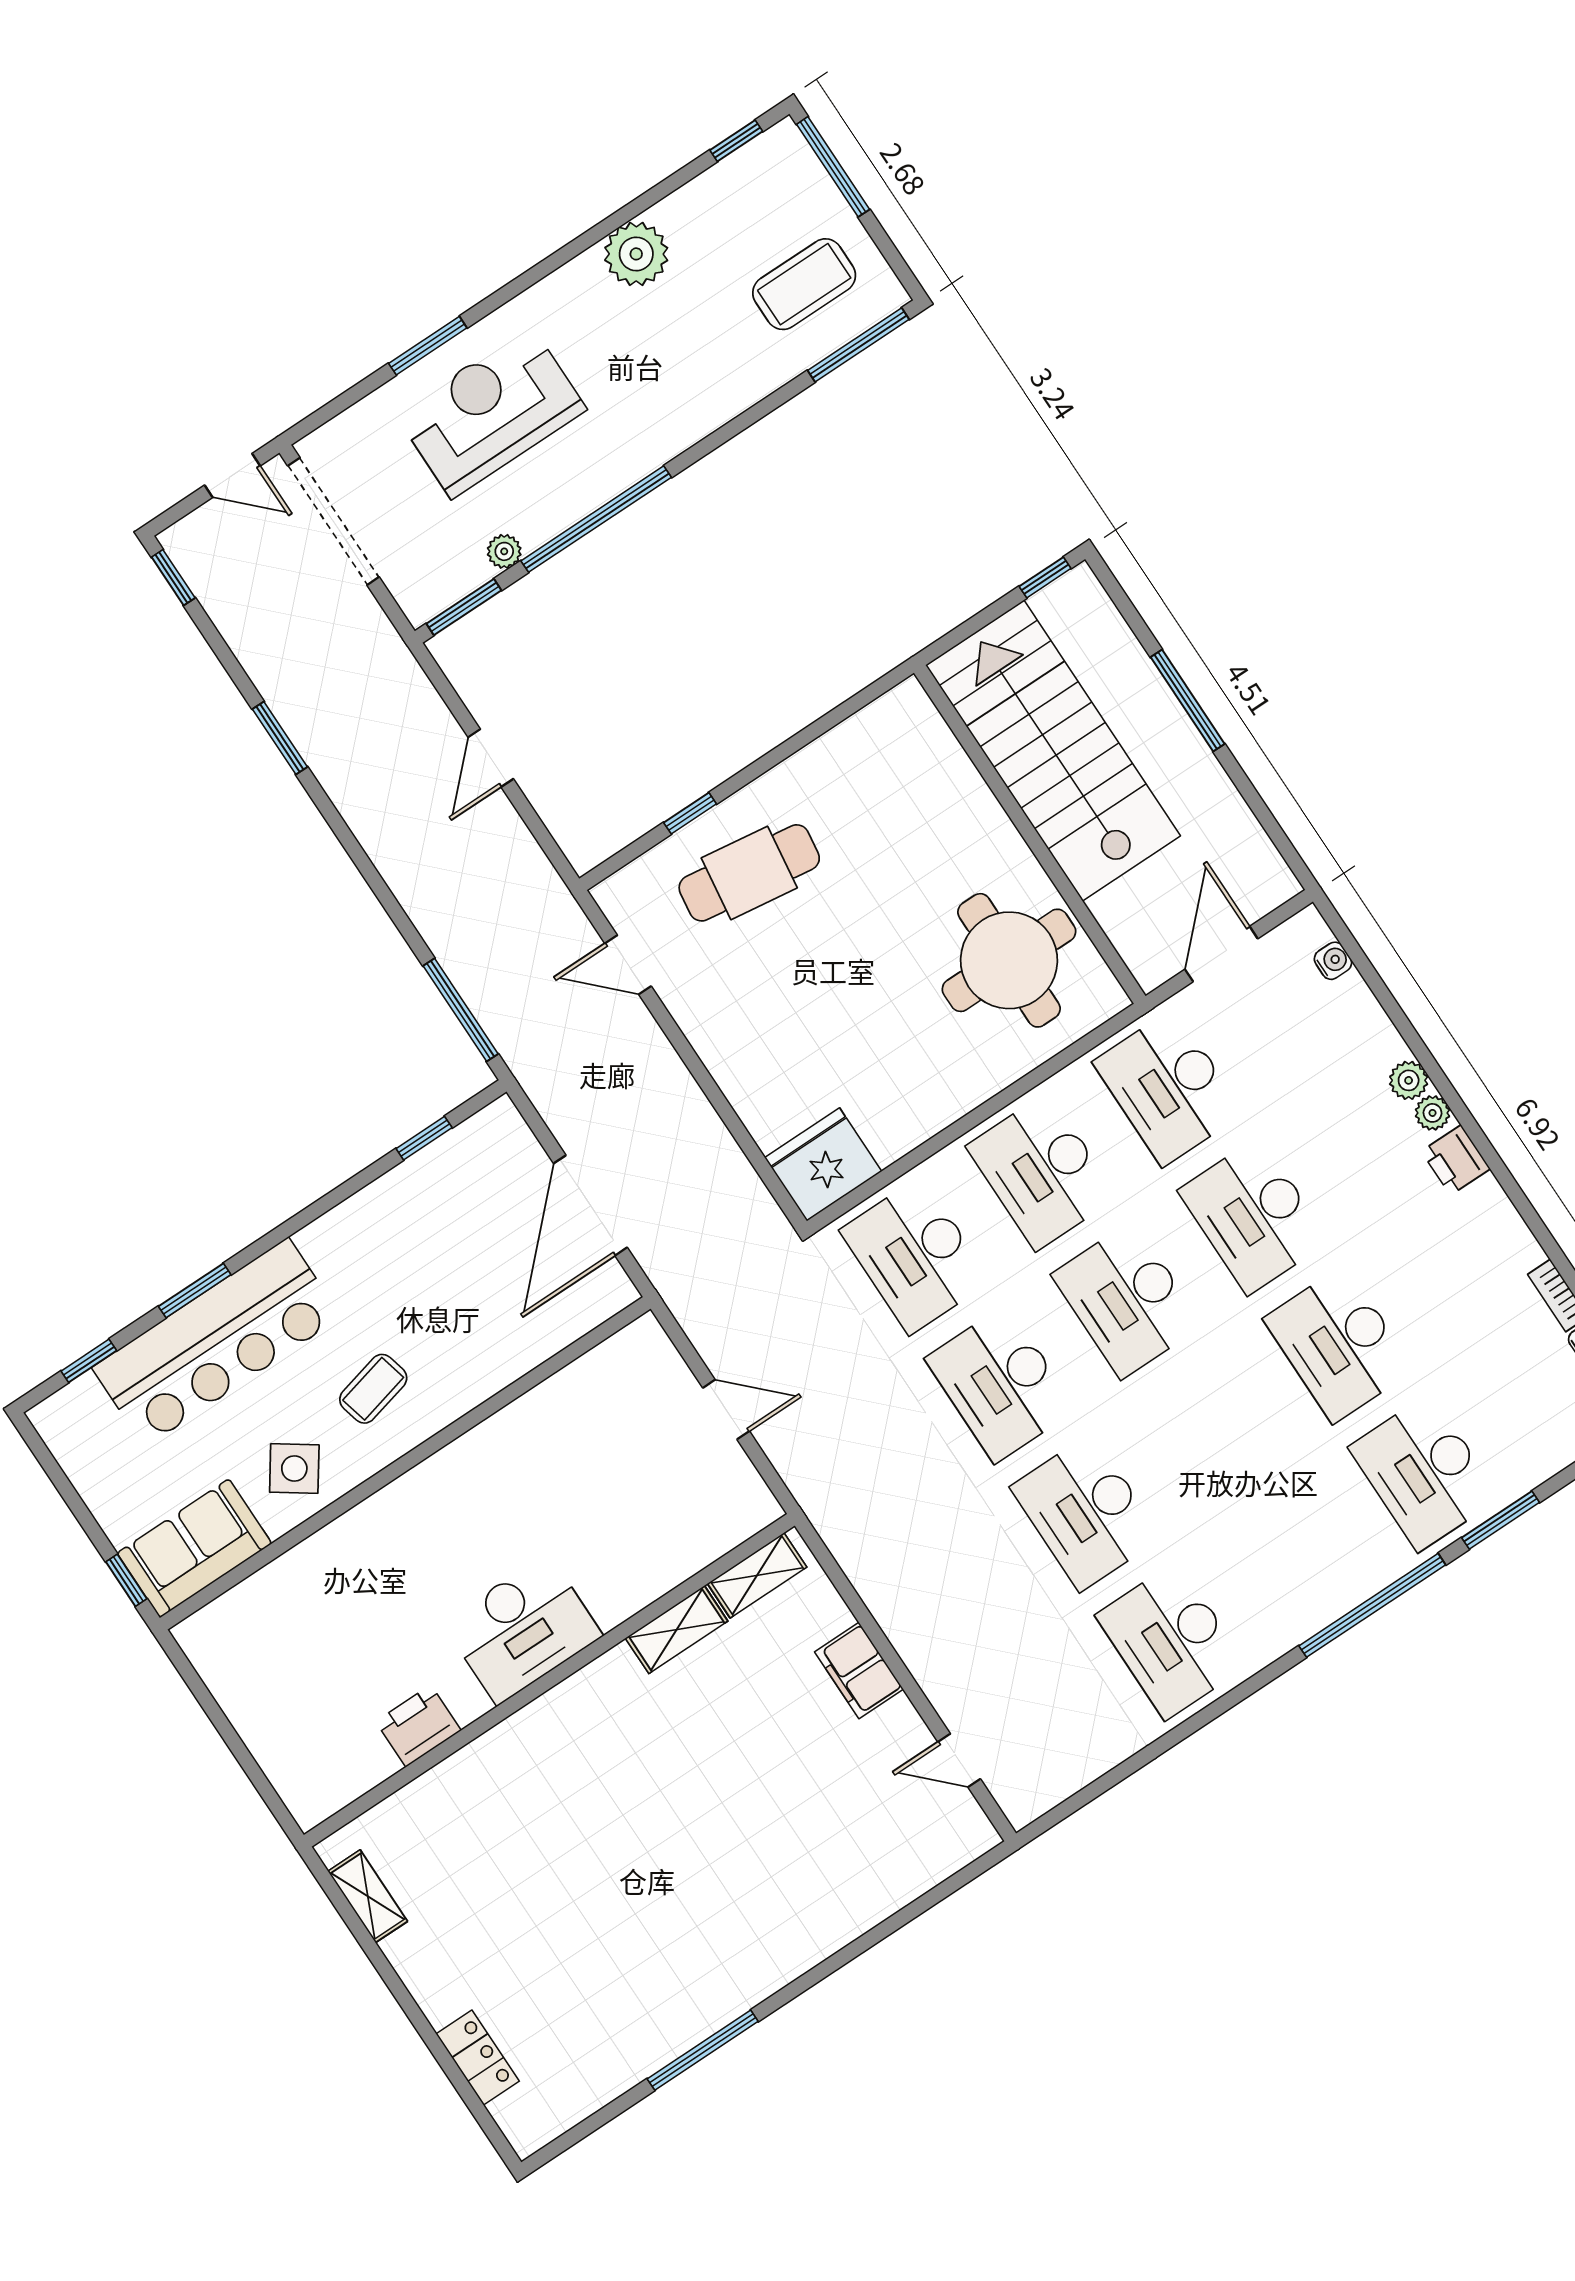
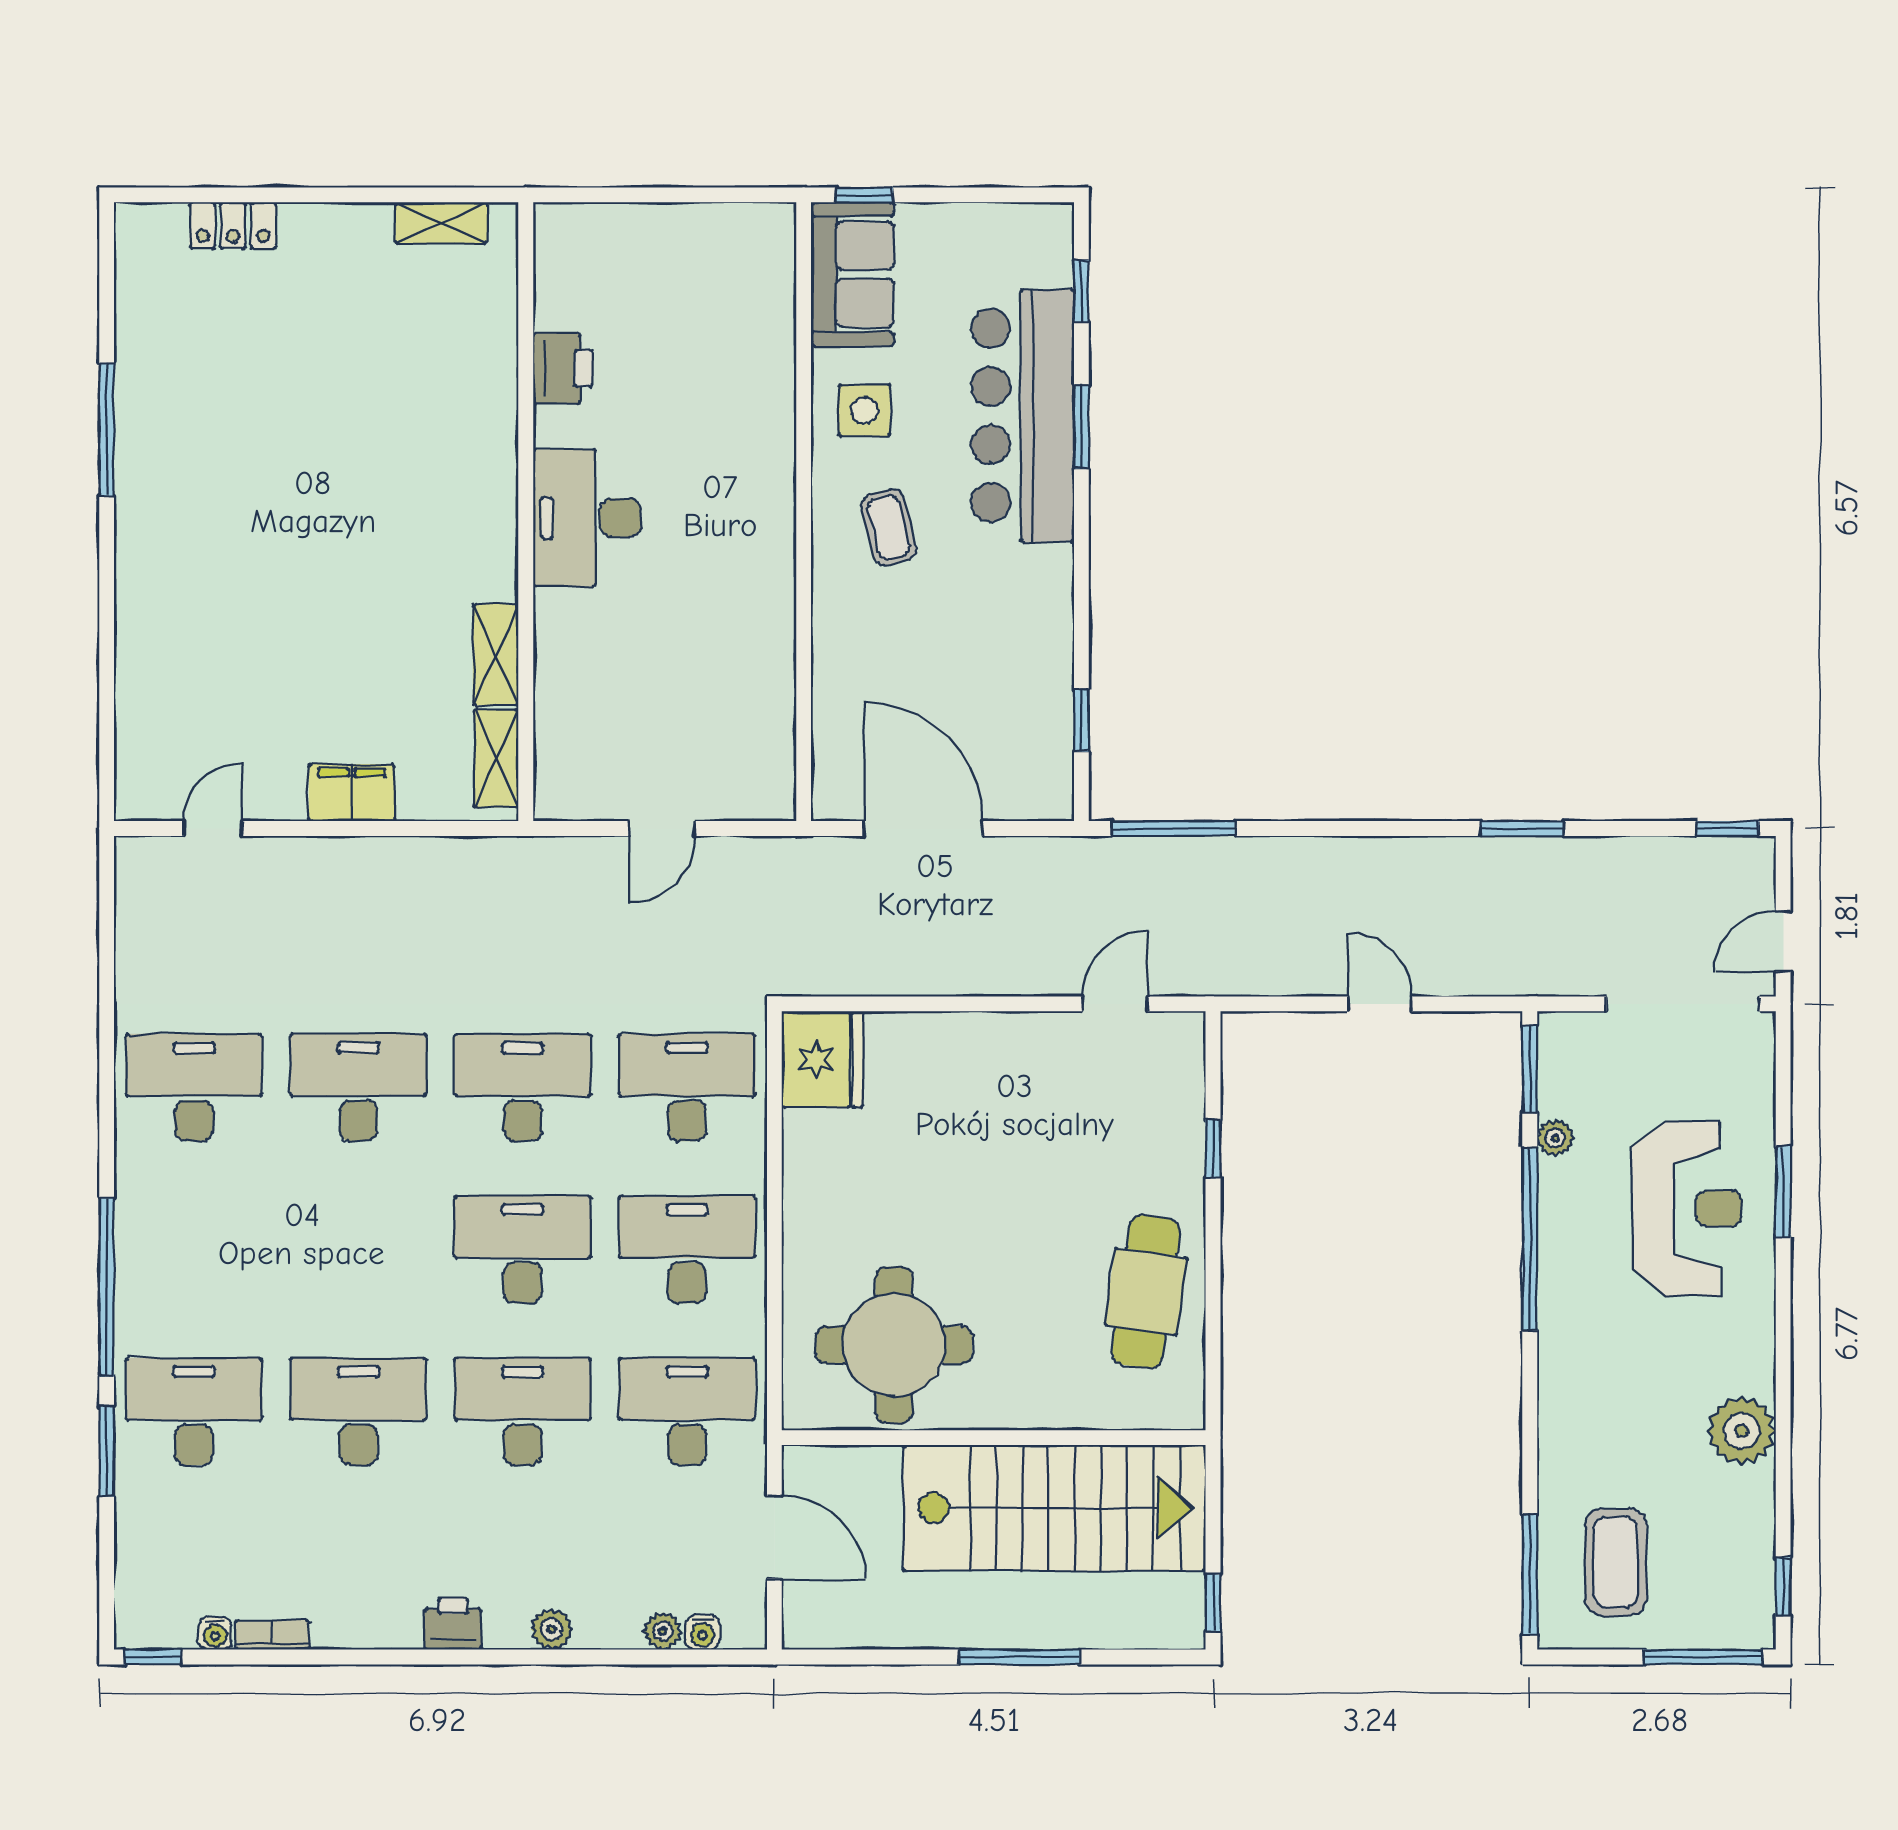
cafe table: (749, 873) -> (1146, 1292), moved
plant: (1433, 1113) -> (663, 1631), moved
side table: (294, 1469) -> (864, 410), turned -35

